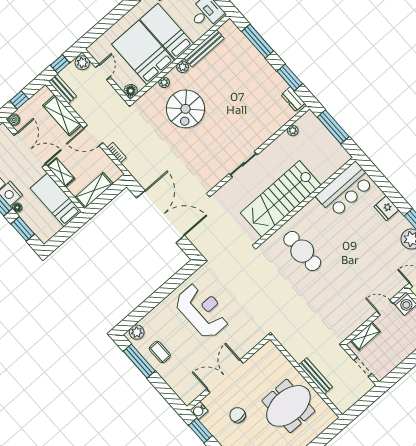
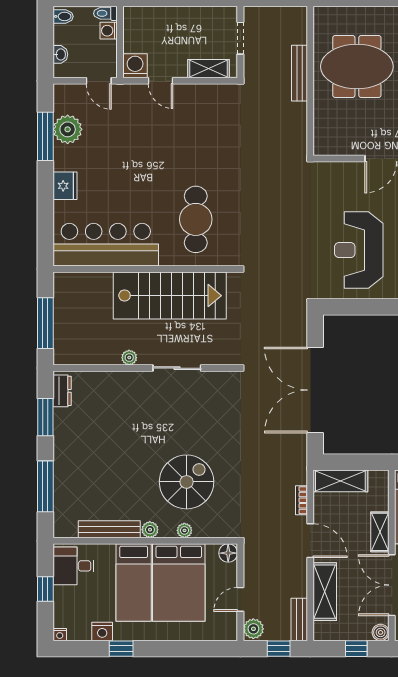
plant: (293, 130) -> (129, 358), moved
bar counter: (345, 190) -> (106, 245), width x1.36
shelving: (94, 191) -> (340, 481), moved

